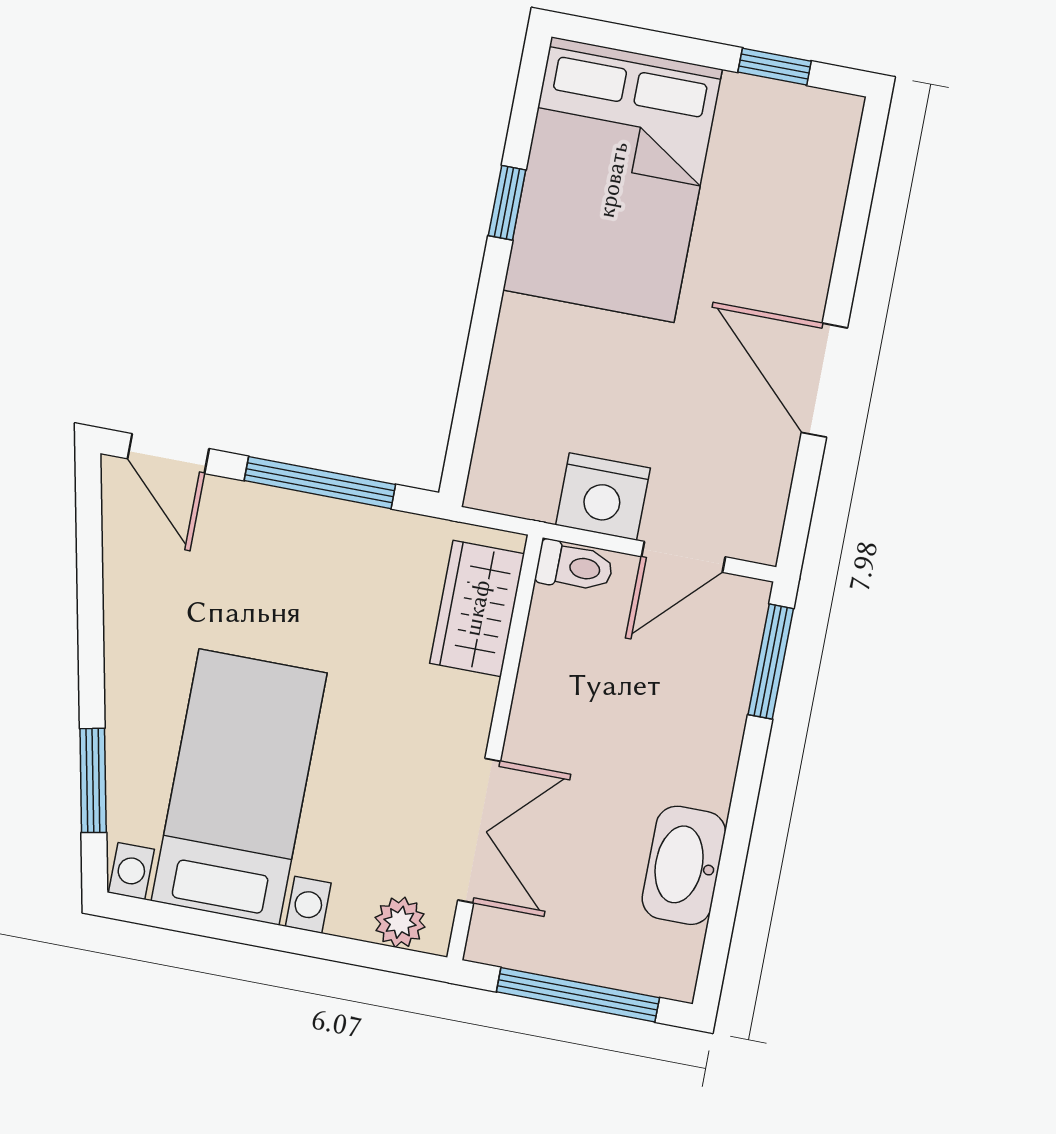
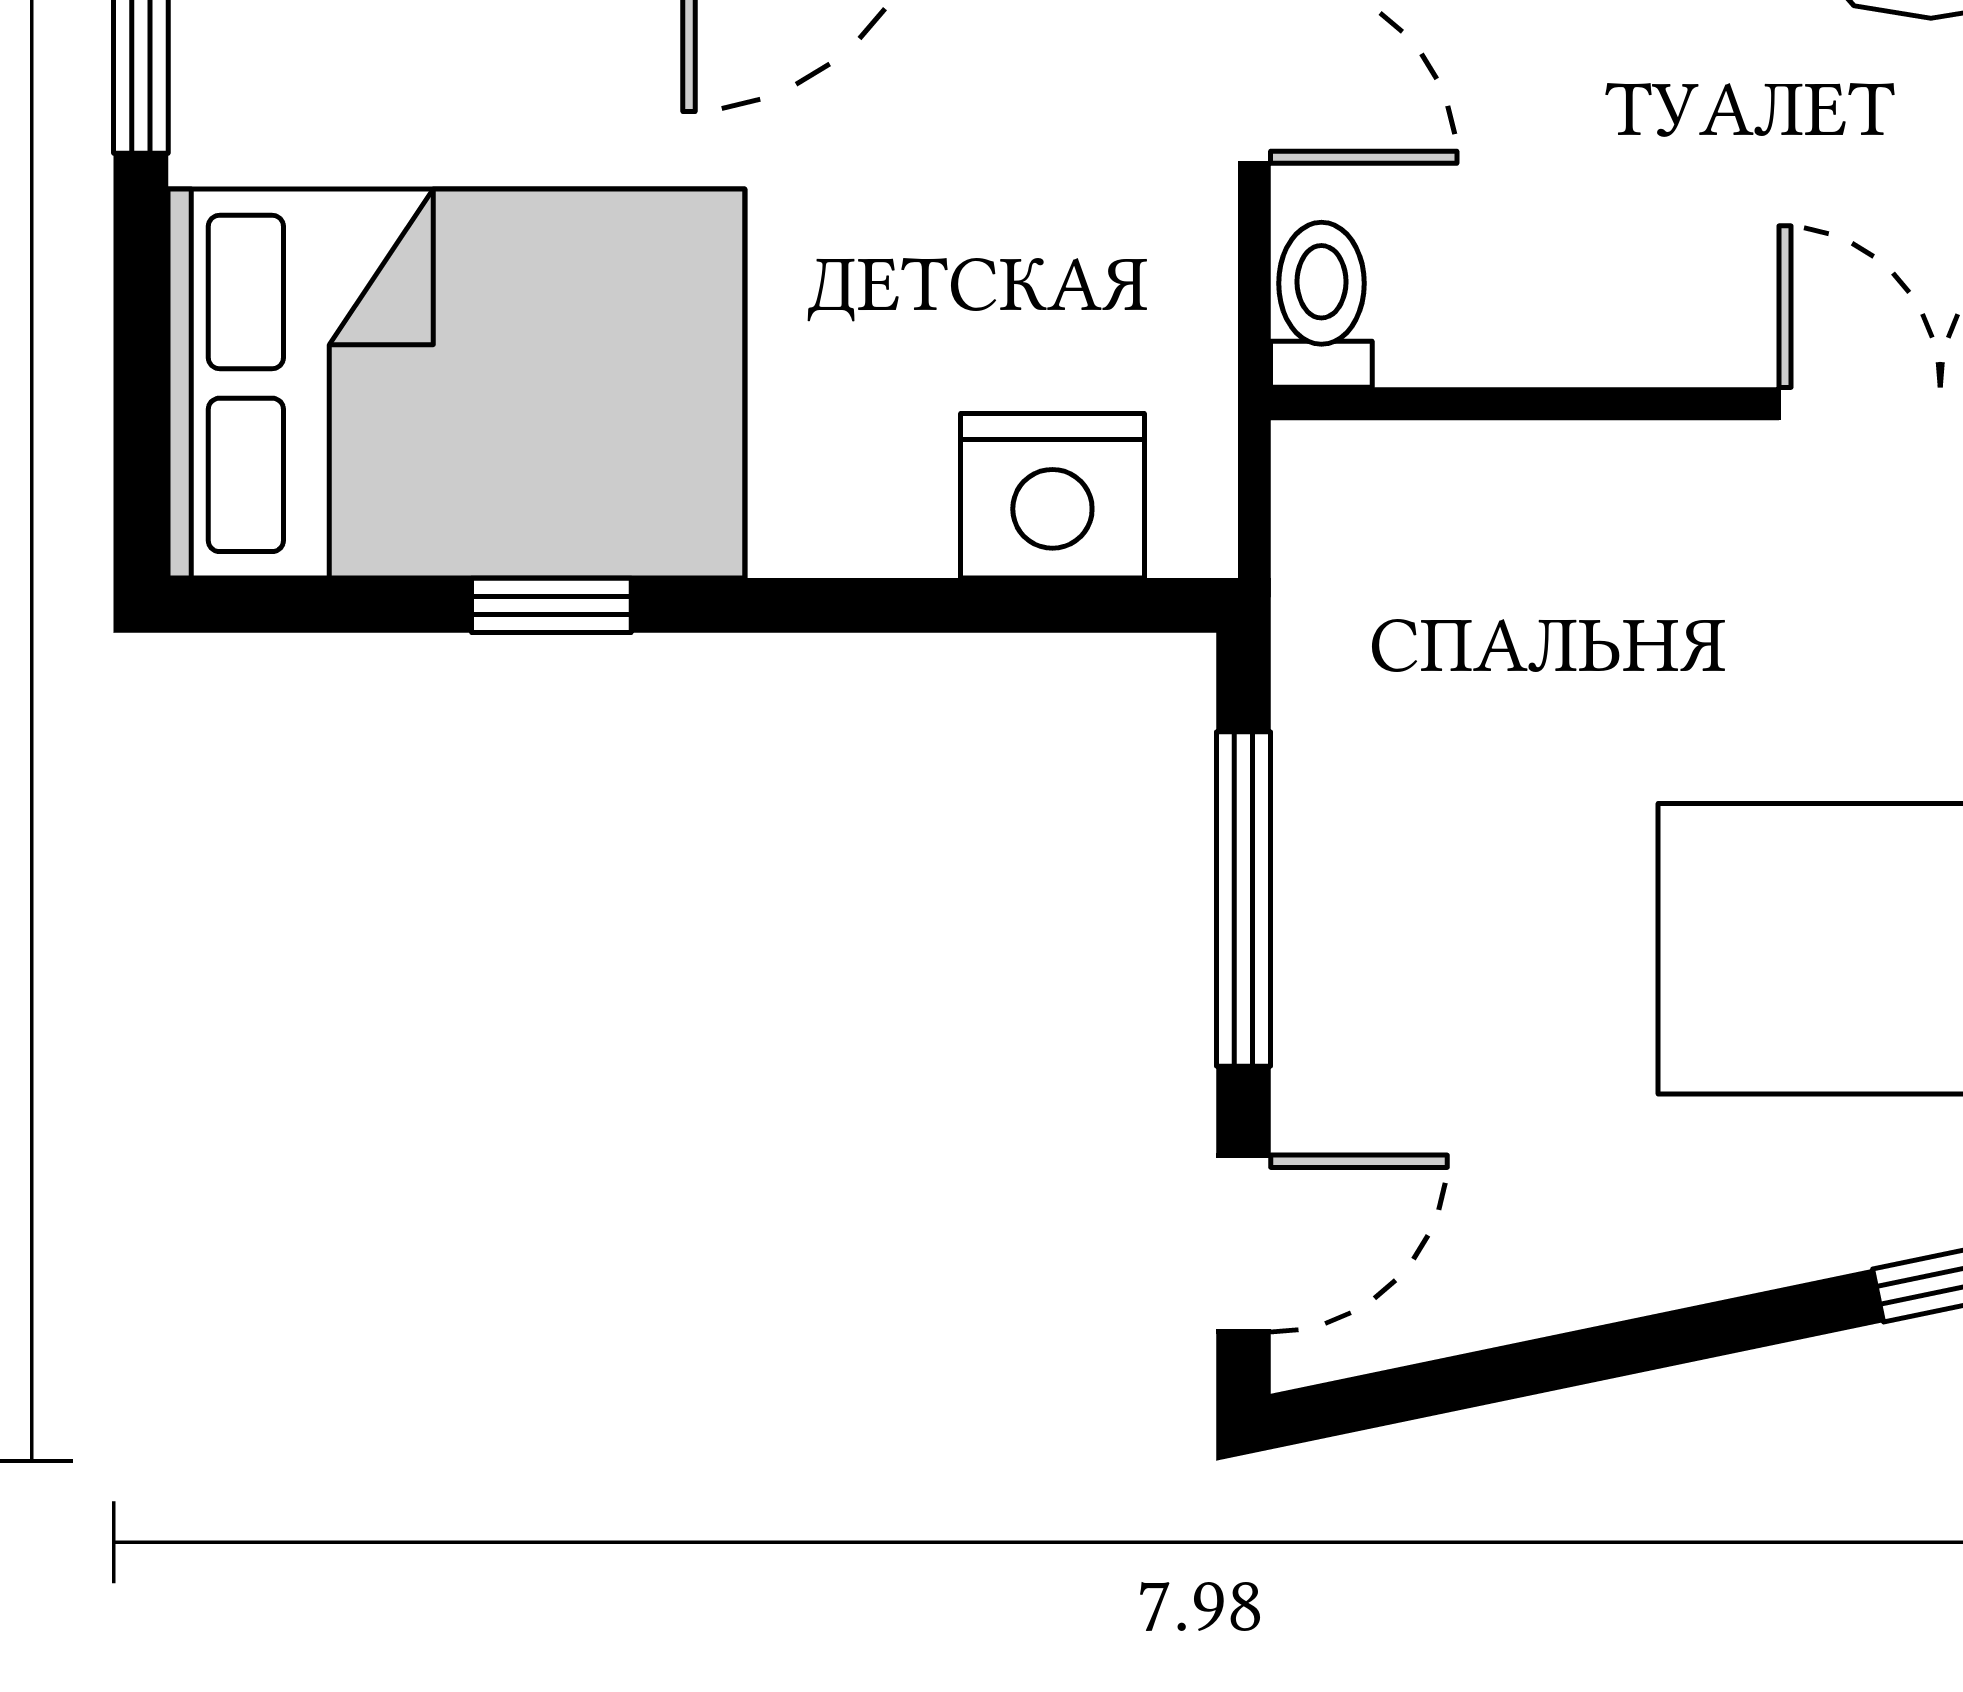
nightstand: (603, 497) -> (1052, 496), moved, turned 90
wardrobe: (477, 608) -> (1454, 501), removed

